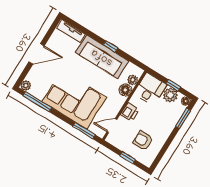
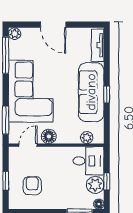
floor lamp: (125, 90) -> (49, 136), moved
printer: (130, 112) -> (53, 155), removed
door: (112, 126) -> (28, 145), hinge flipped

